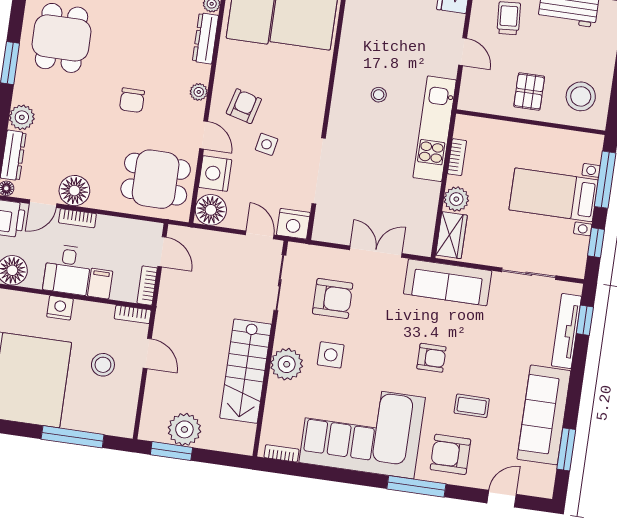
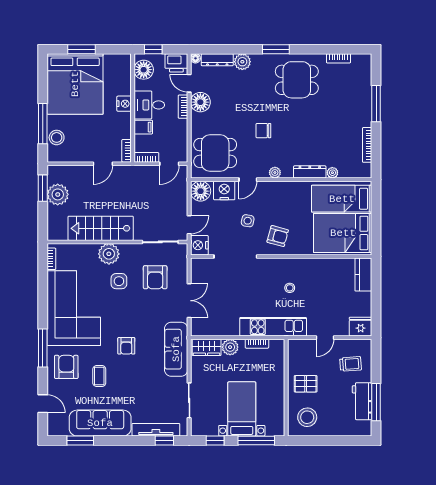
armchair: (244, 106) -> (278, 236), moved
dining table: (156, 179) -> (215, 153), turned 90
stool: (103, 365) -> (57, 137), moved

